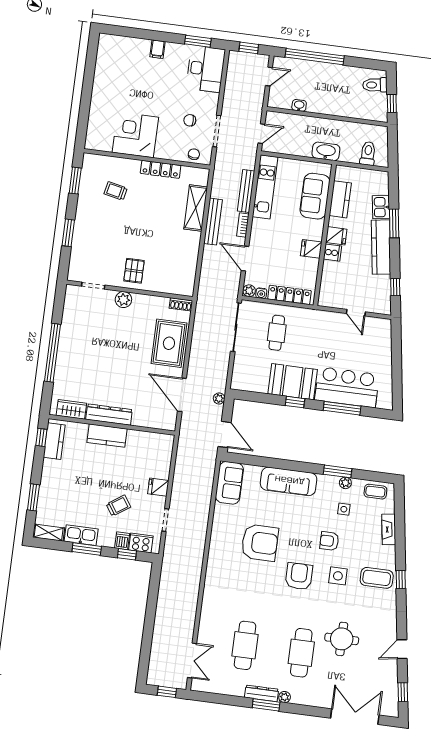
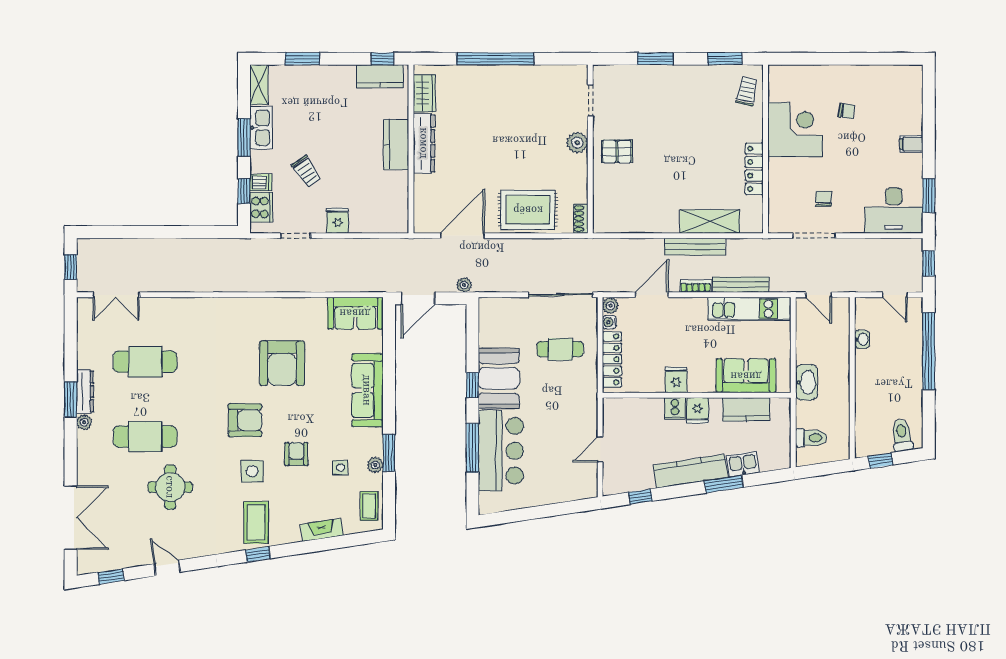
chair: (194, 154) -> (847, 111), moved
trolley: (116, 191) -> (747, 91), moved

